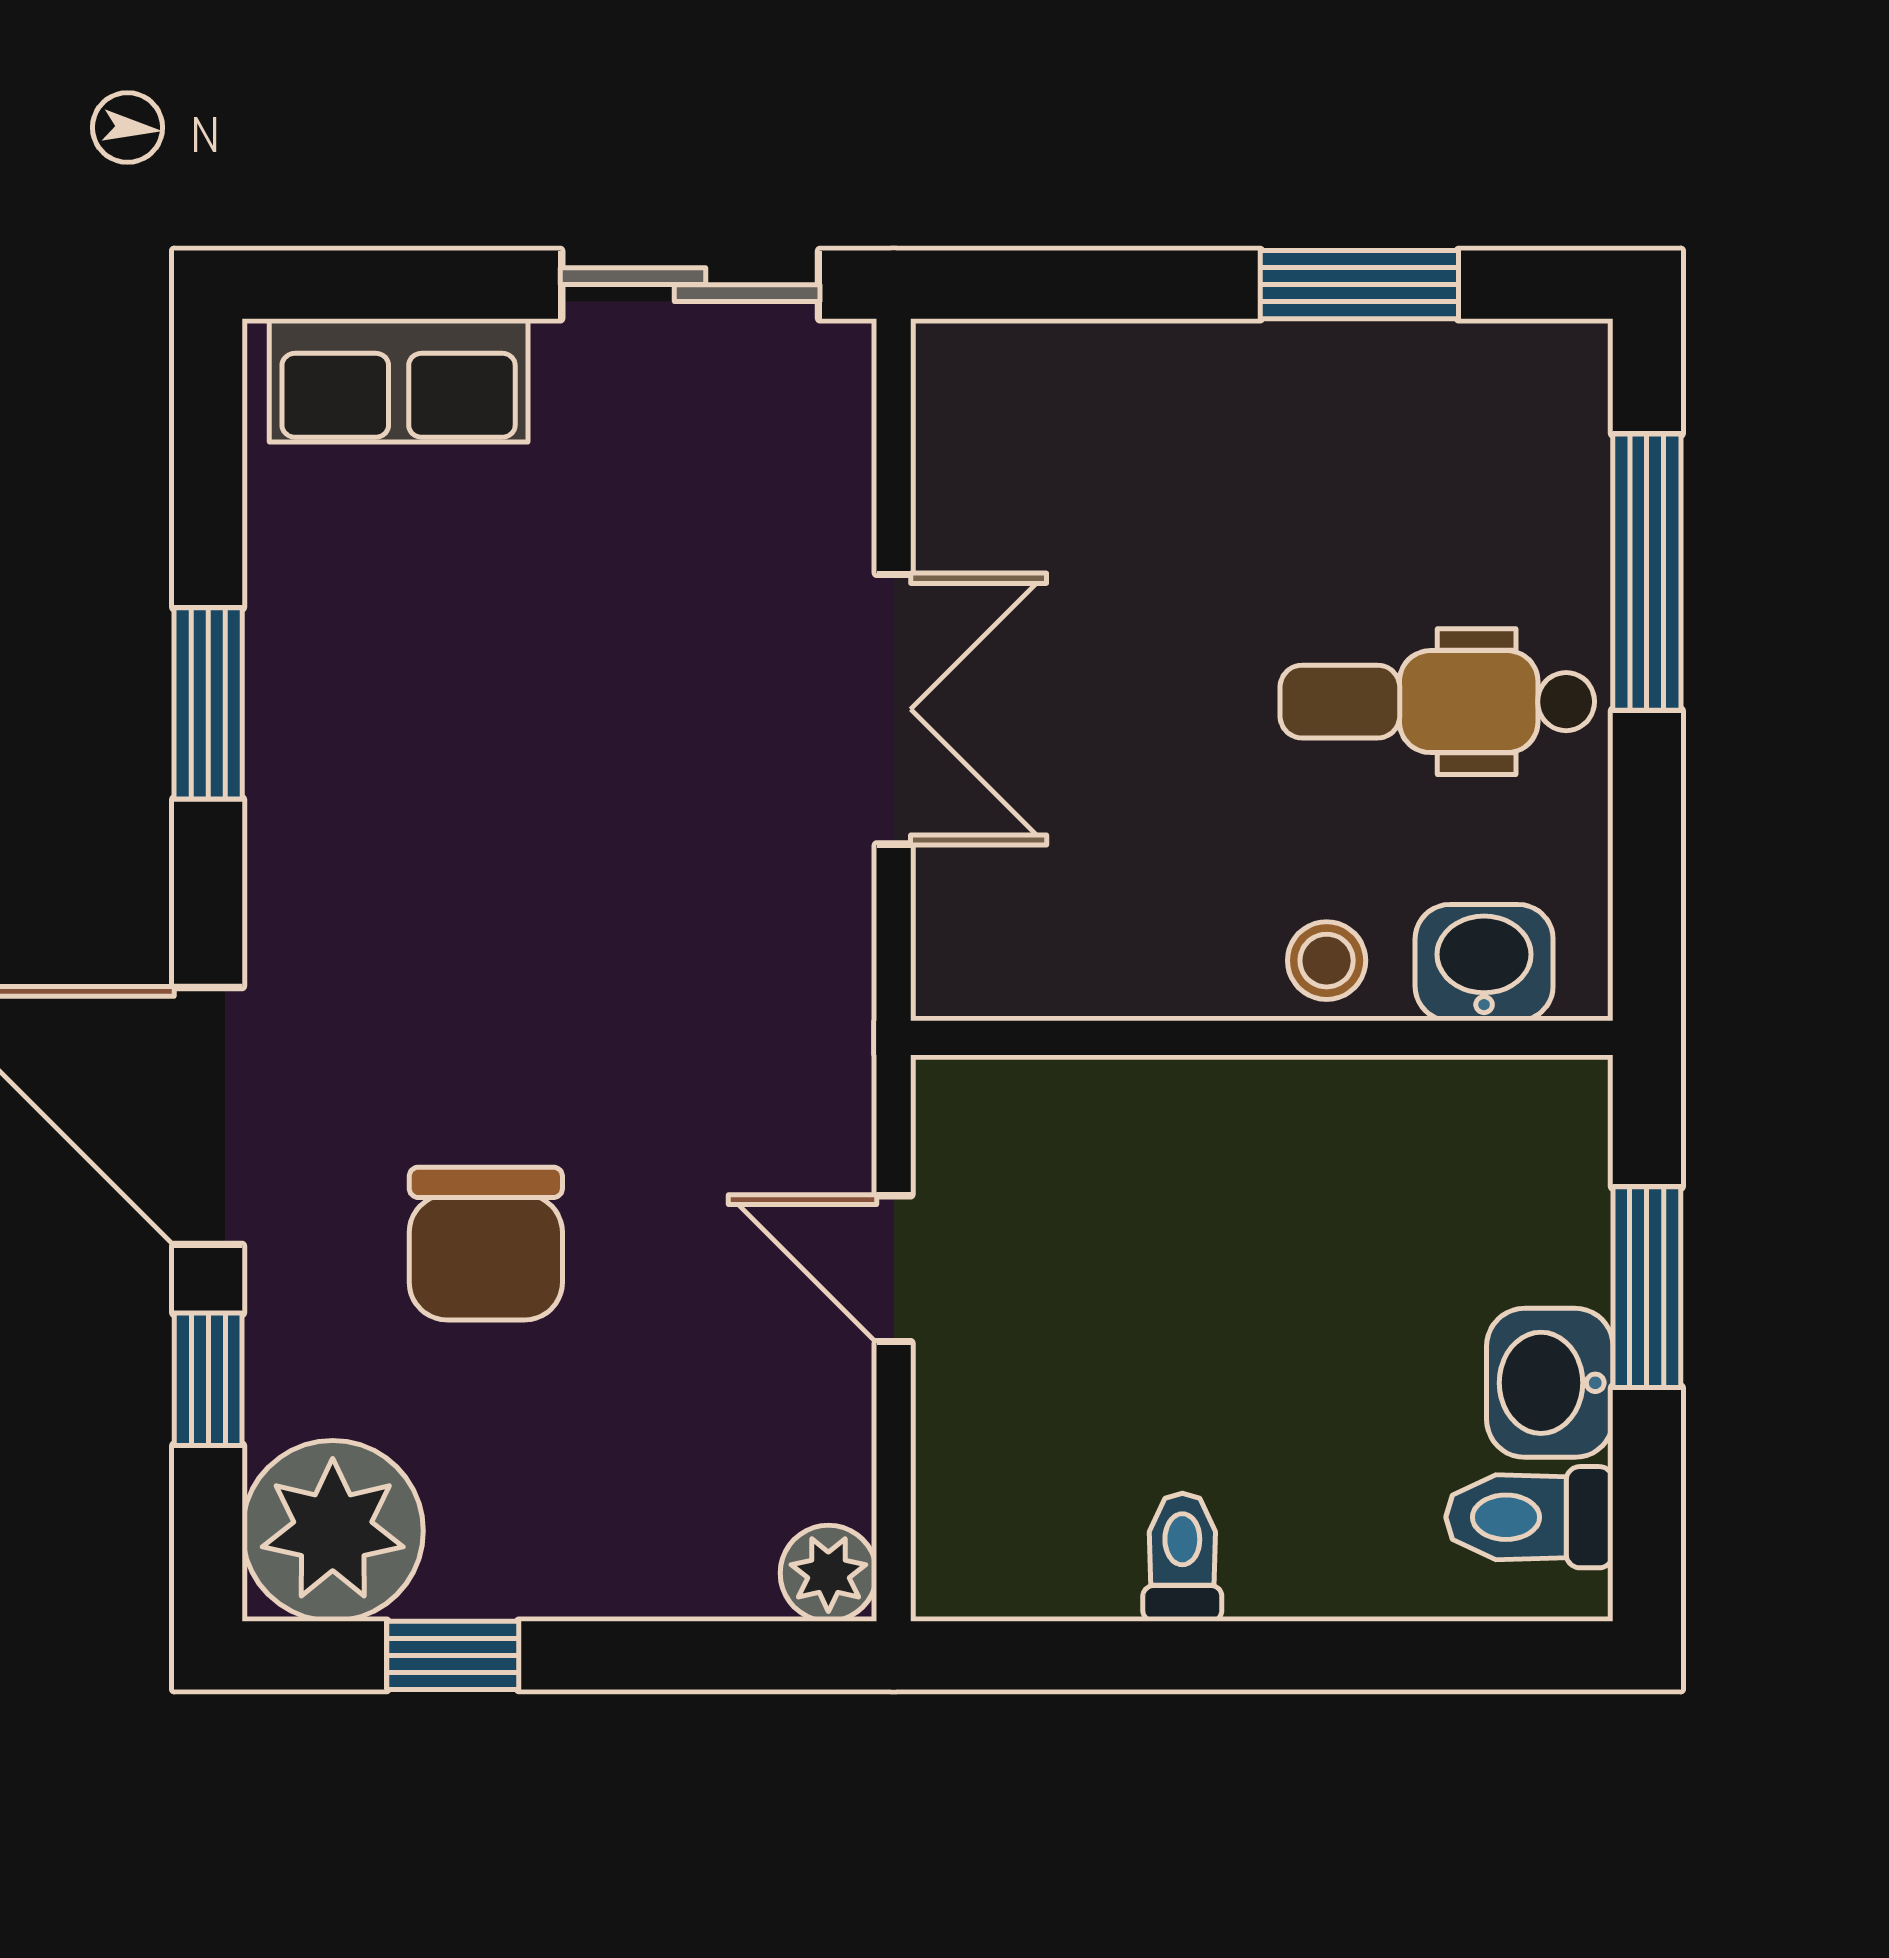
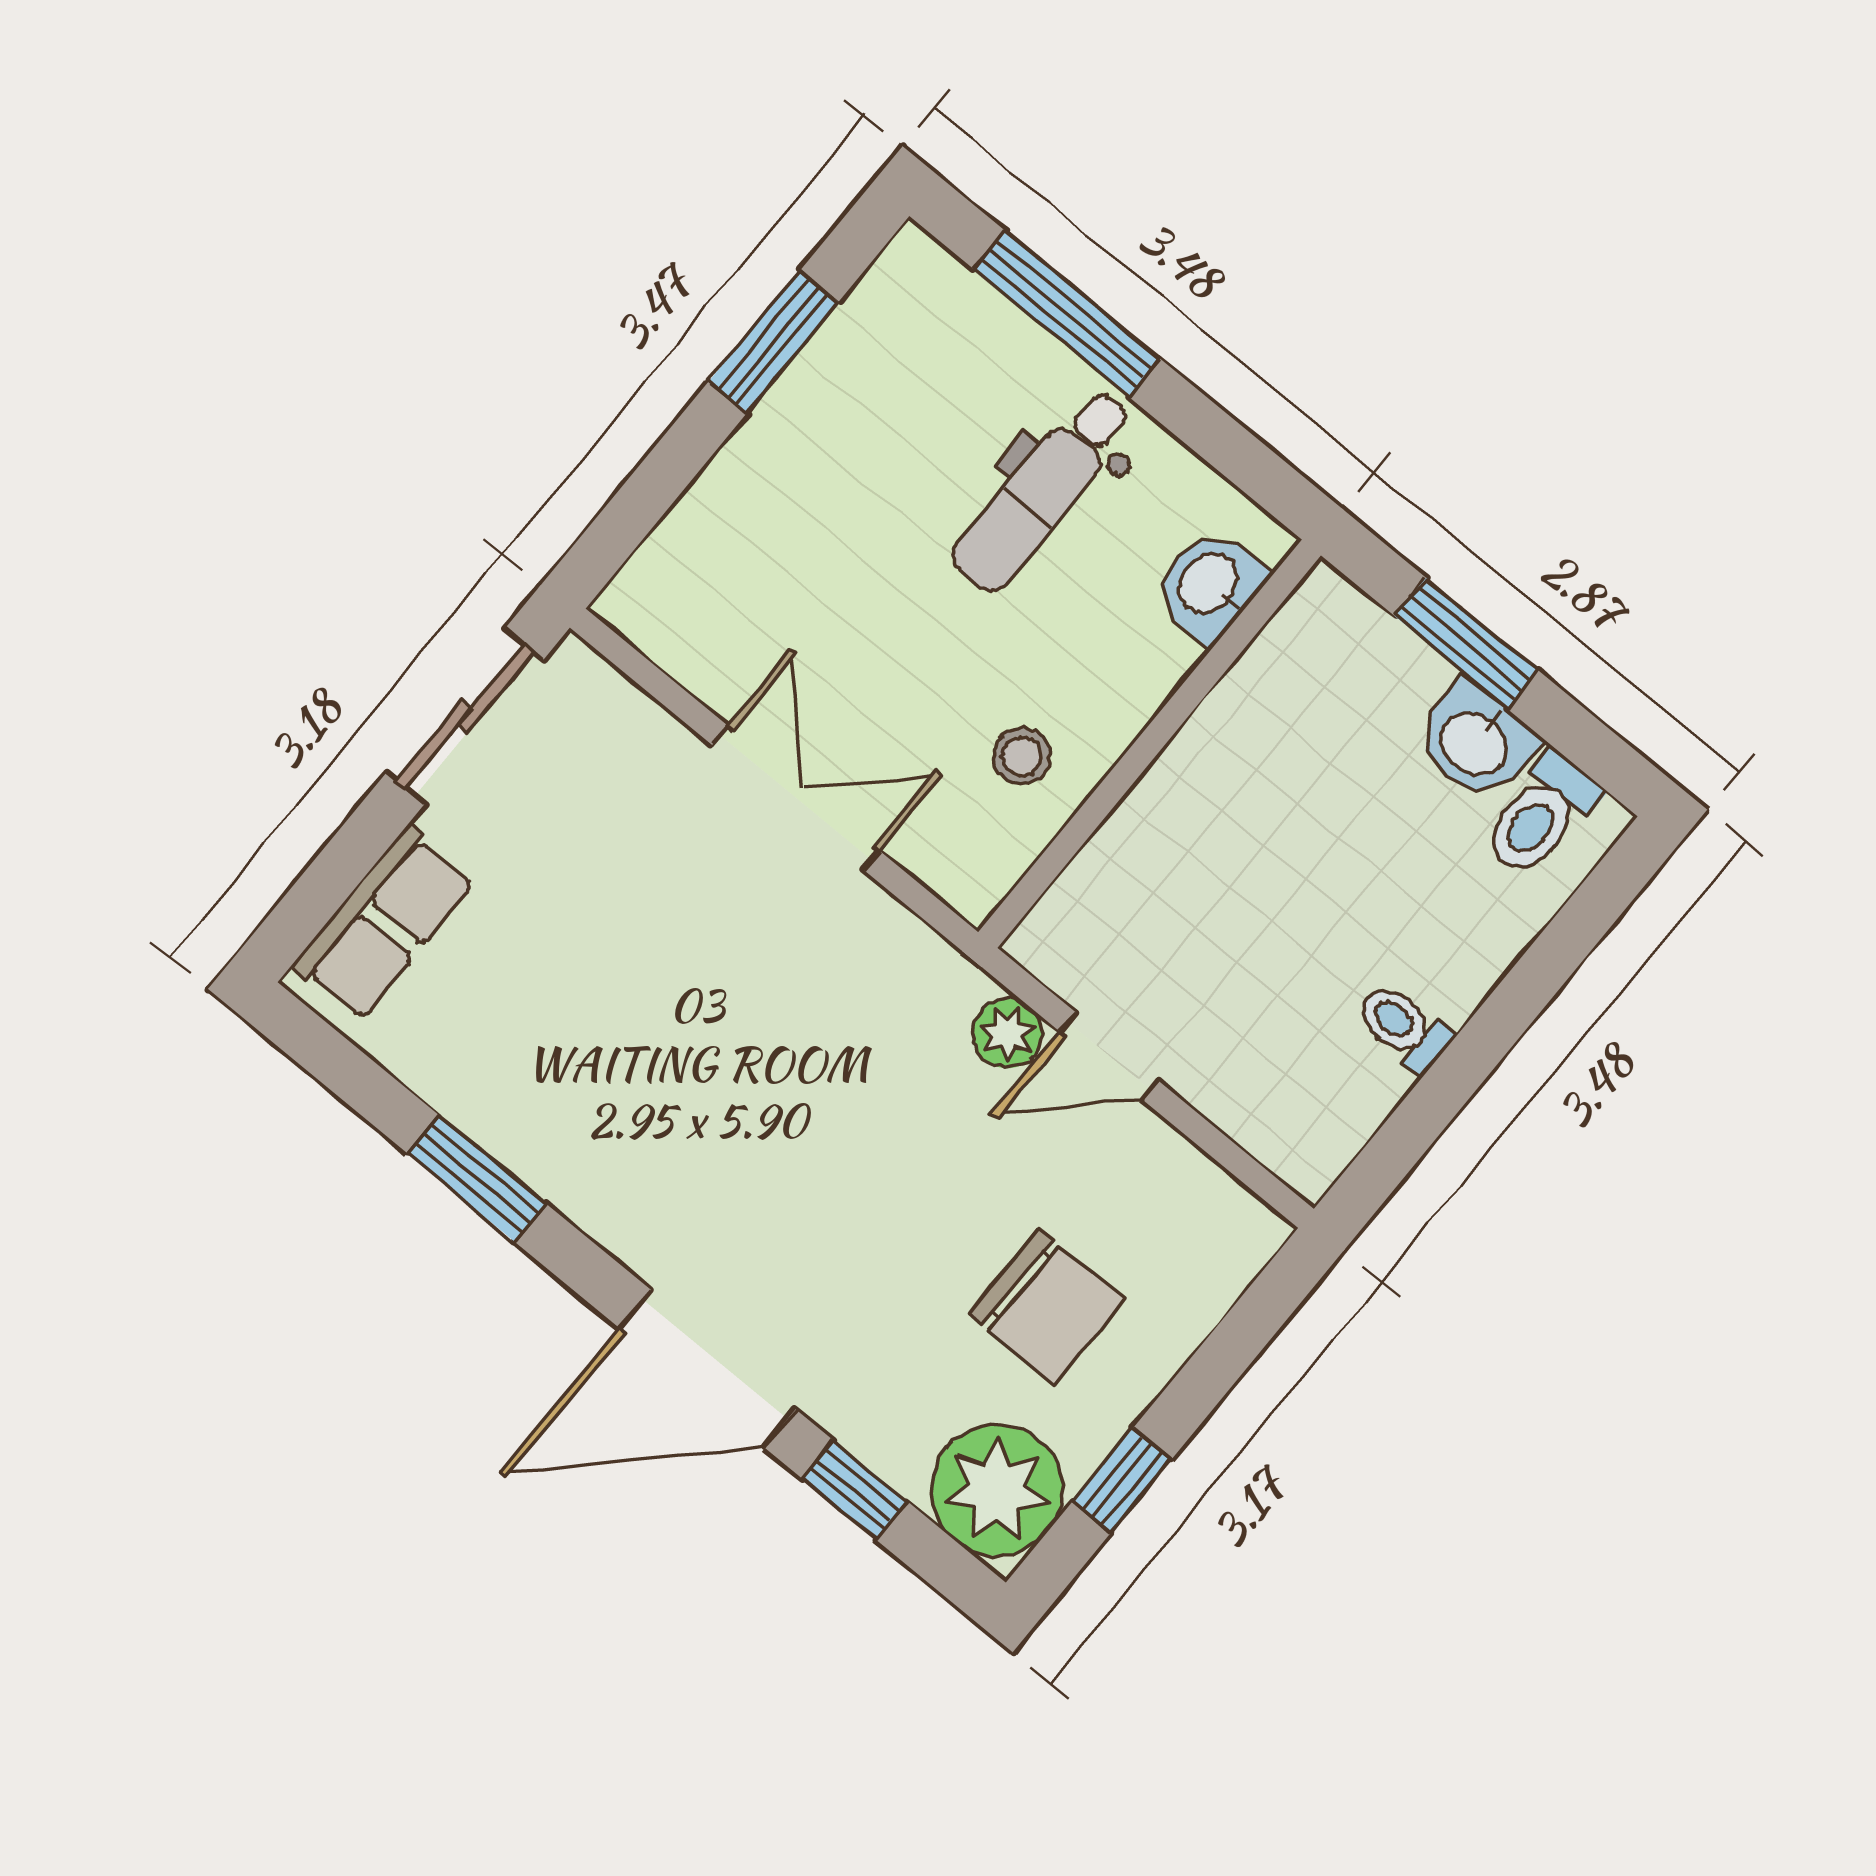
stool: (1327, 961) -> (1022, 756), moved
chair: (486, 1244) -> (1047, 1306), moved
plant: (828, 1573) -> (1007, 1033), moved

